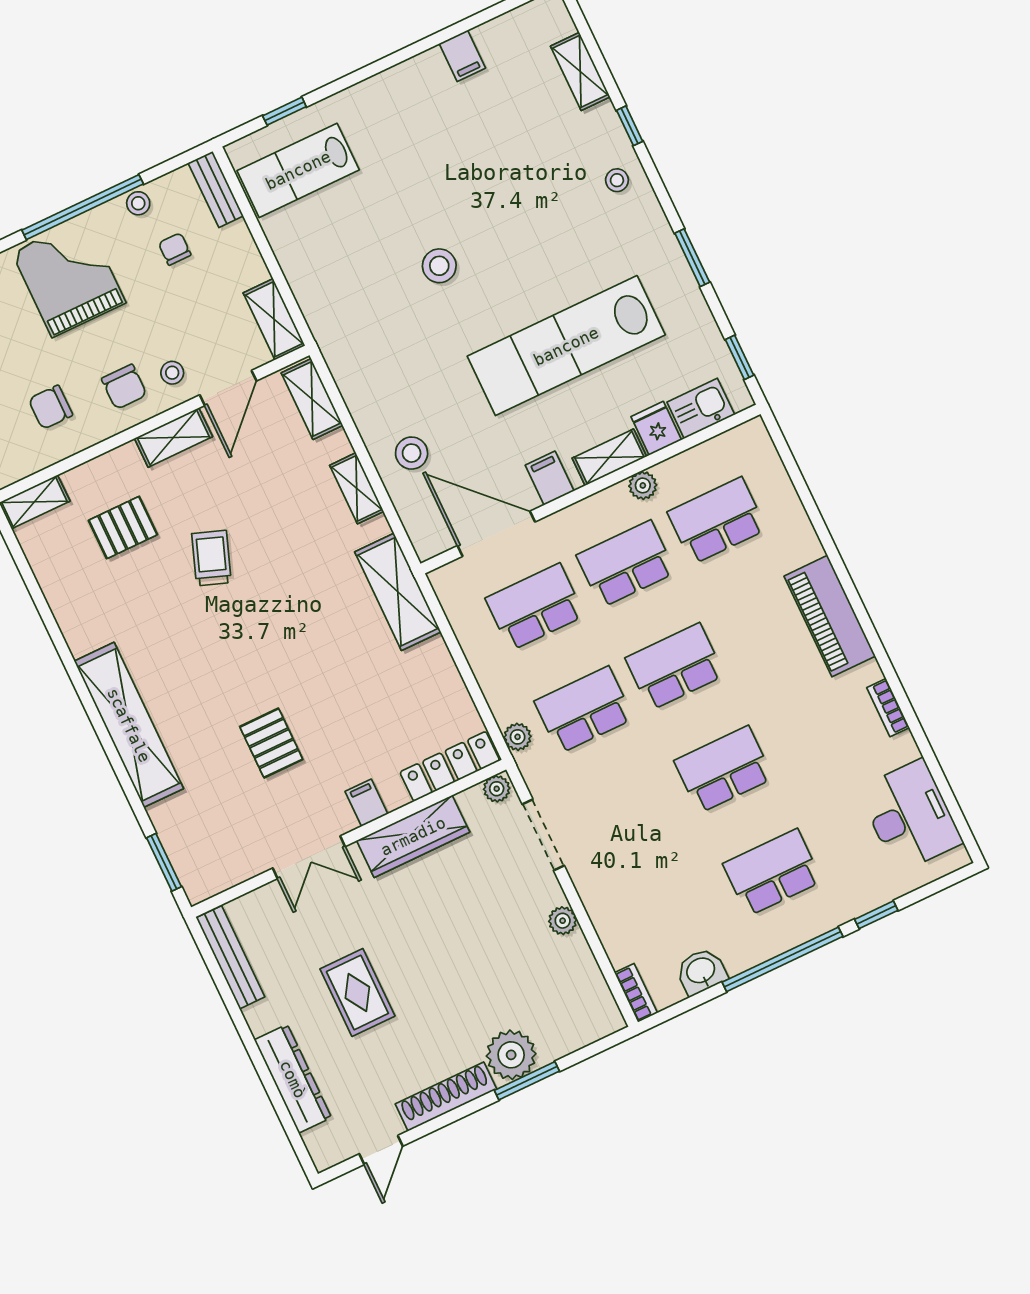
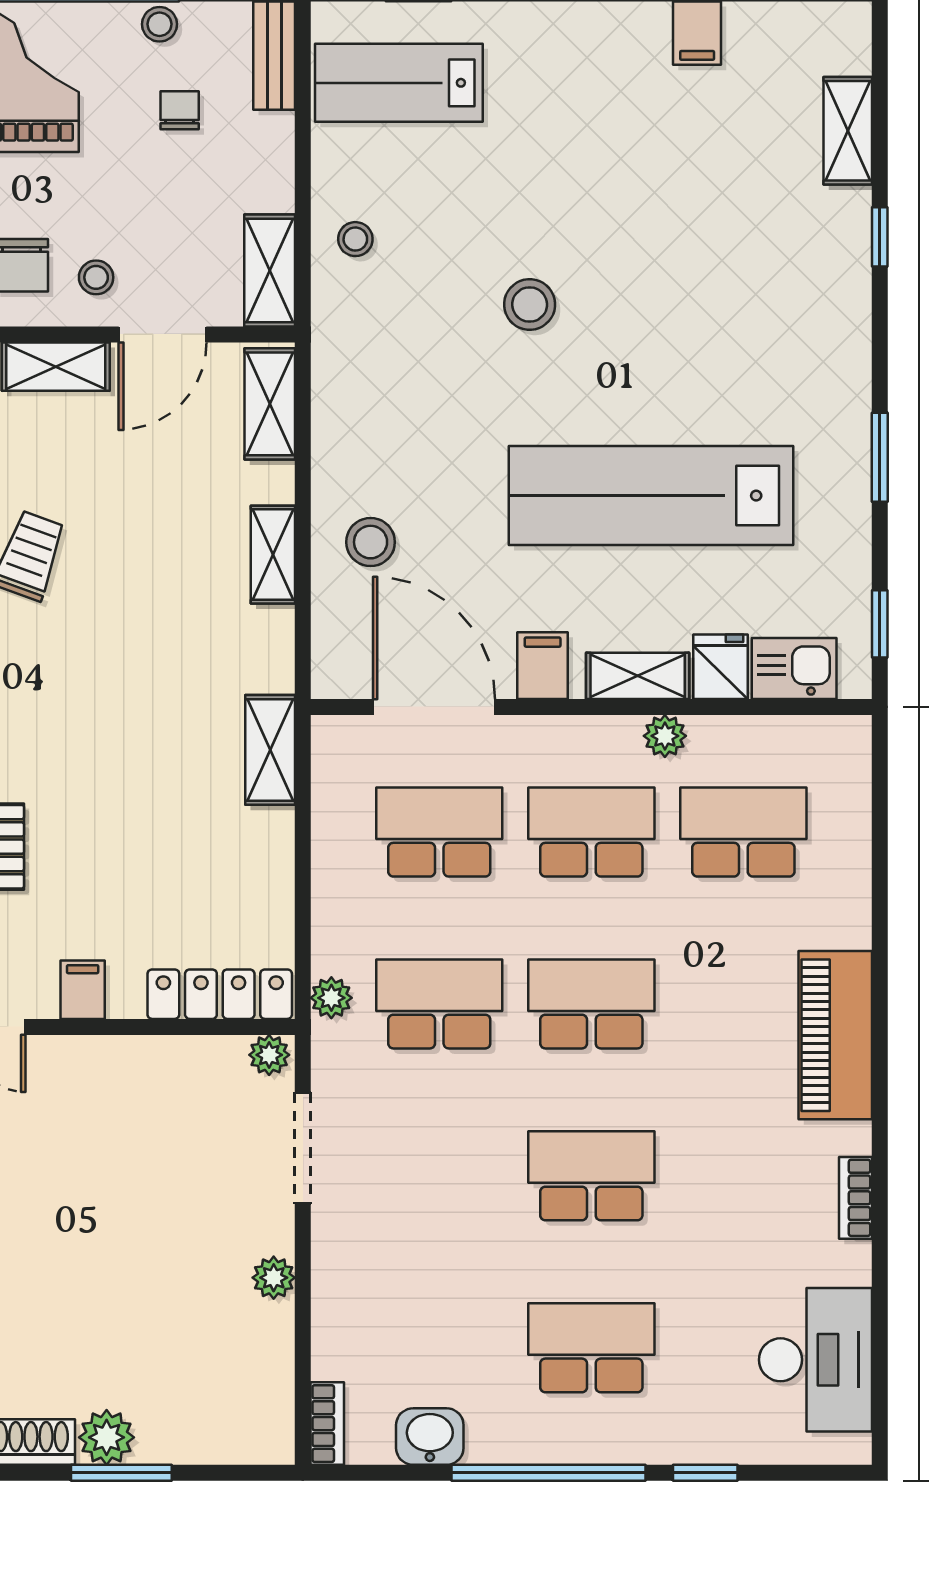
stool: (617, 180) -> (355, 239), moved
shelving: (398, 592) -> (270, 750), width x0.67, depth x0.75
wardrobe: (413, 836) -> (124, 1066), removed
plant: (511, 1055) -> (107, 1437), width x0.73, depth x0.73

